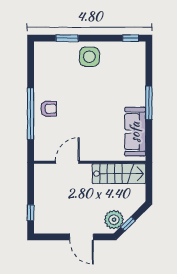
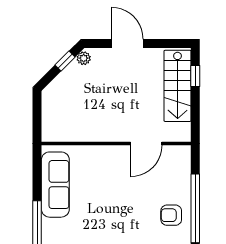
stairs: (119, 174) -> (178, 86), moved, turned -90
plant: (114, 220) -> (84, 58), width x0.53, depth x0.53

